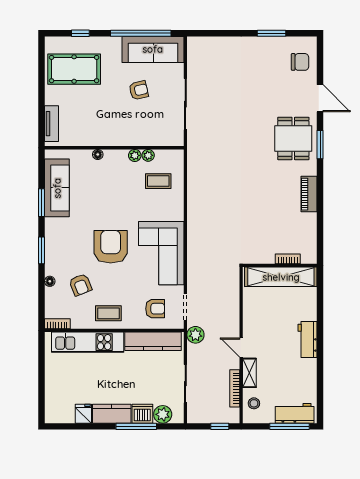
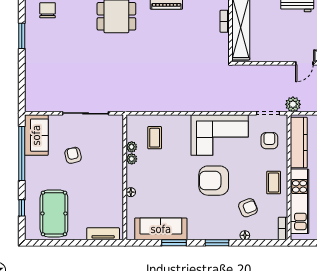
sofa: (153, 49) -> (36, 135), width x0.73

